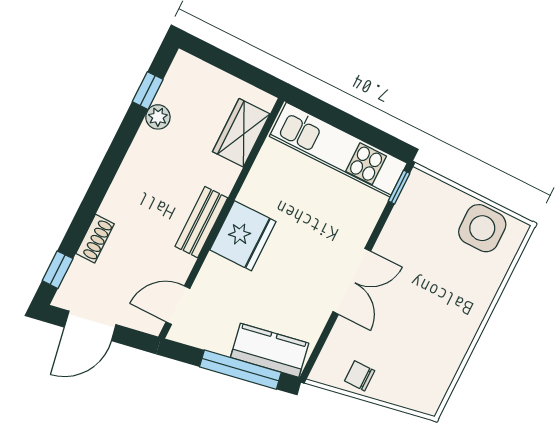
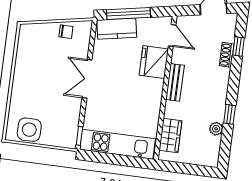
window: (148, 91) -> (230, 114), moved
fridge: (243, 236) -> (154, 62), moved
window: (58, 270) -> (239, 46), moved
door: (178, 305) -> (172, 35), hinge flipped

